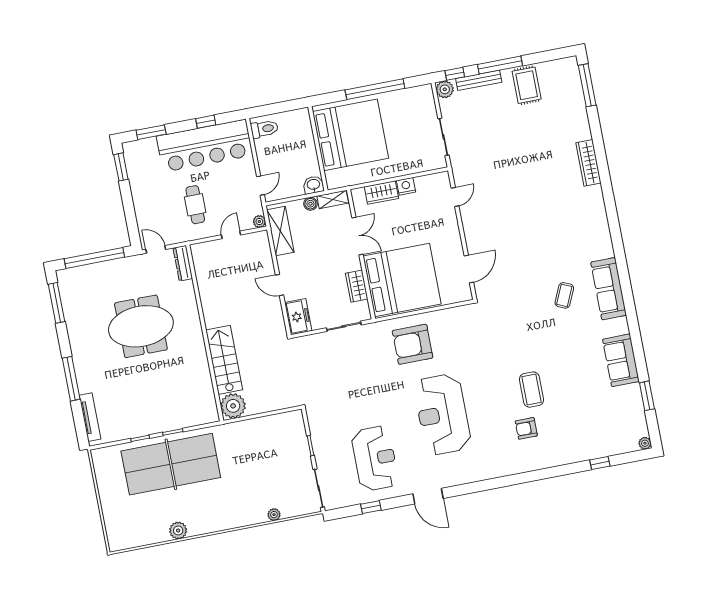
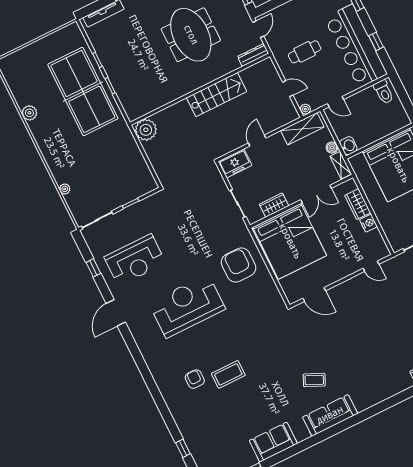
stairs: (224, 360) -> (217, 95), moved

